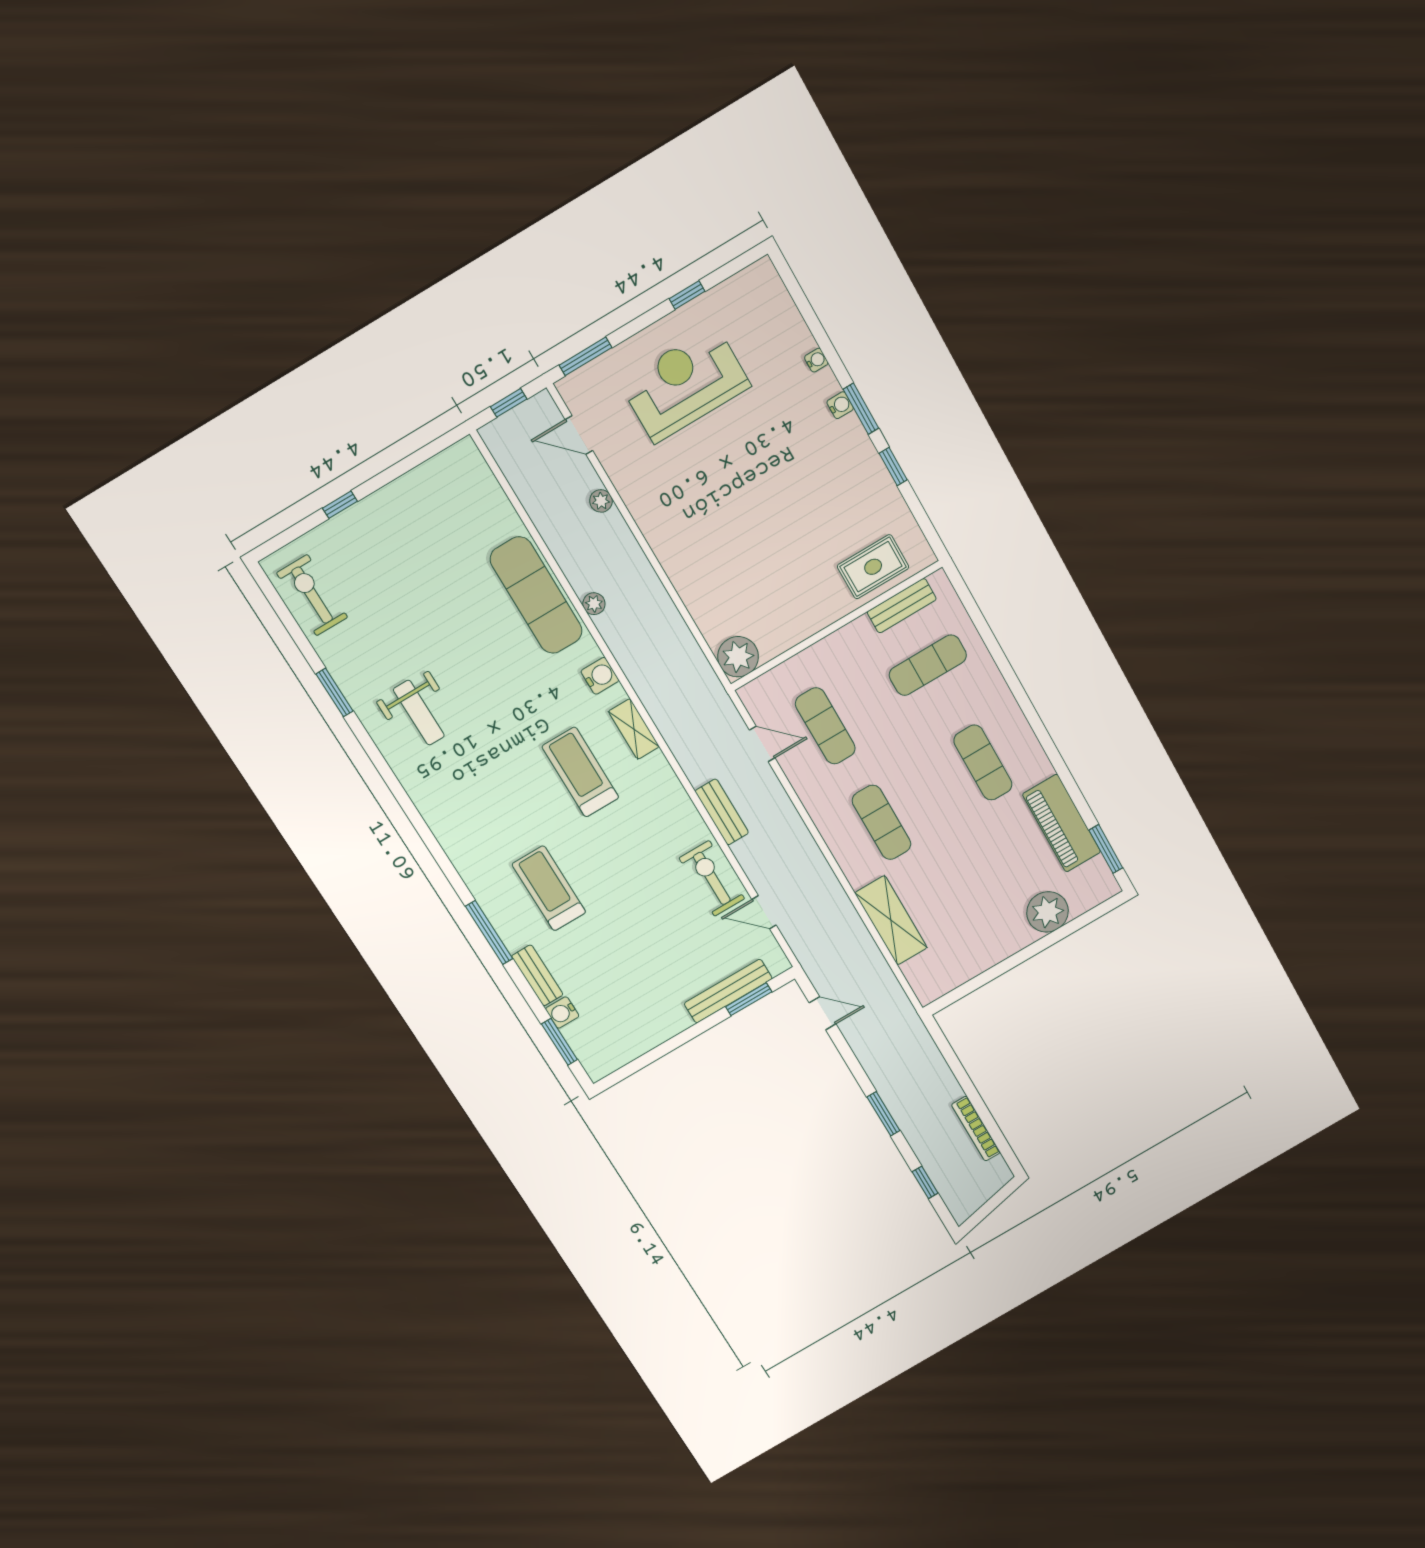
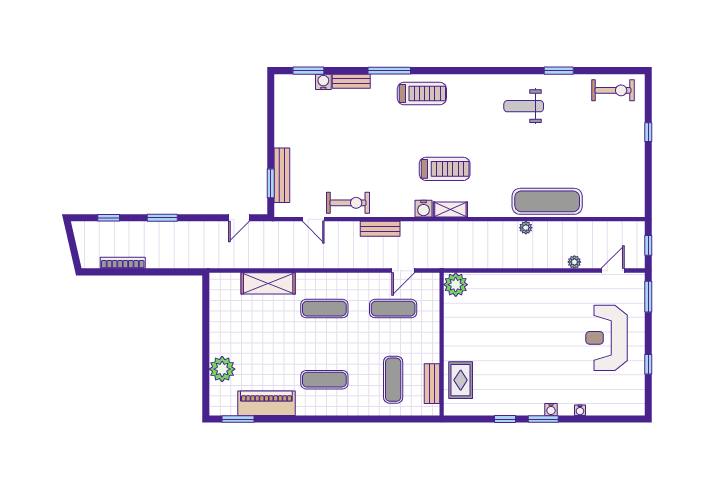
reception desk: (685, 384) -> (607, 338), turned 180
water cooler: (600, 676) -> (424, 209), moved
treadmill: (549, 888) -> (422, 93), moved
door: (764, 912) -> (313, 219), swing flipped

